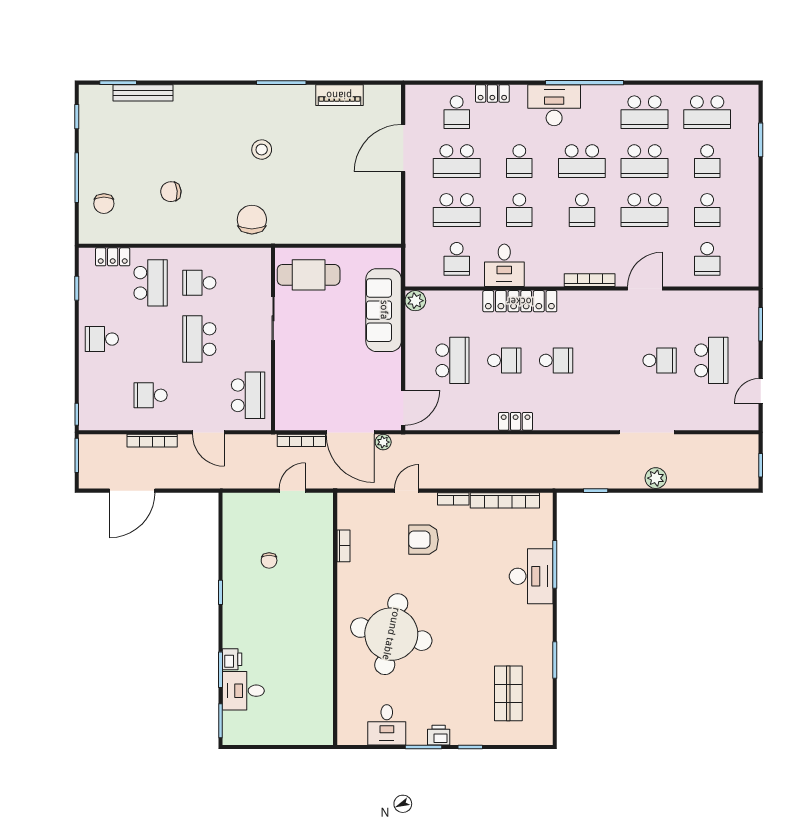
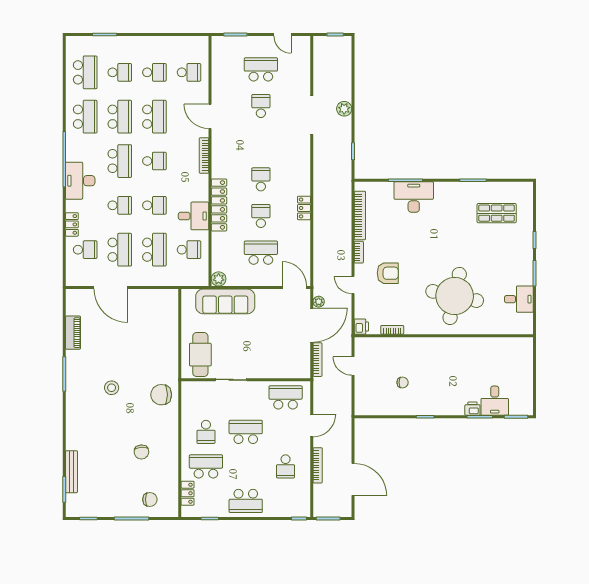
school desk: (102, 339) -> (246, 501), width x1.85
school desk: (199, 339) -> (246, 432), turned 180
armchair: (423, 540) -> (388, 273), turned -90
printer: (439, 735) -> (361, 327), moved, turned 180

